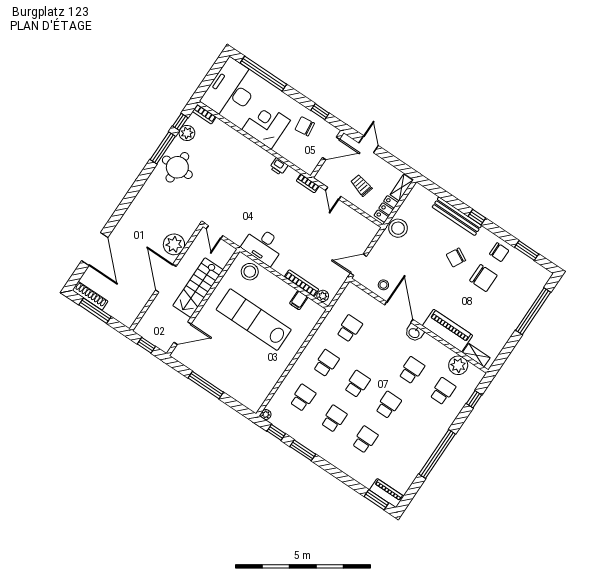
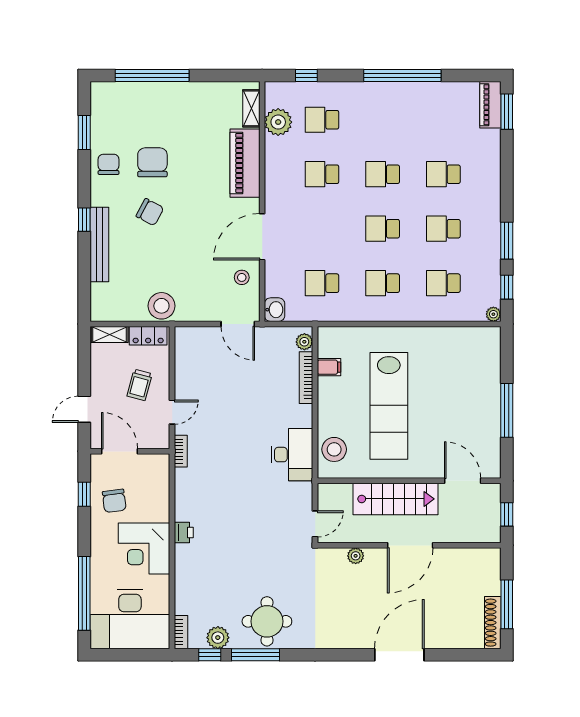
printer: (279, 166) -> (184, 532), moved
plant: (174, 244) -> (356, 556), width x0.53, depth x0.53
door: (95, 249) -> (399, 655), moved
washbasin: (414, 333) -> (275, 310), moved

